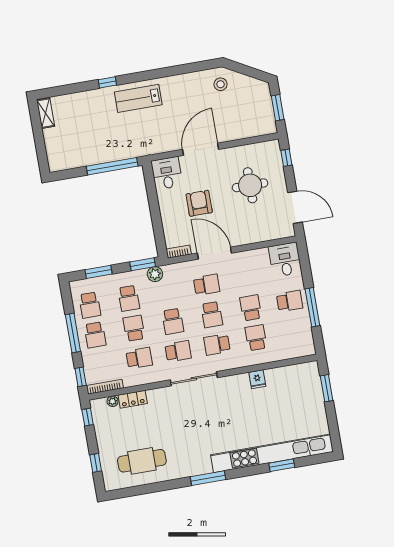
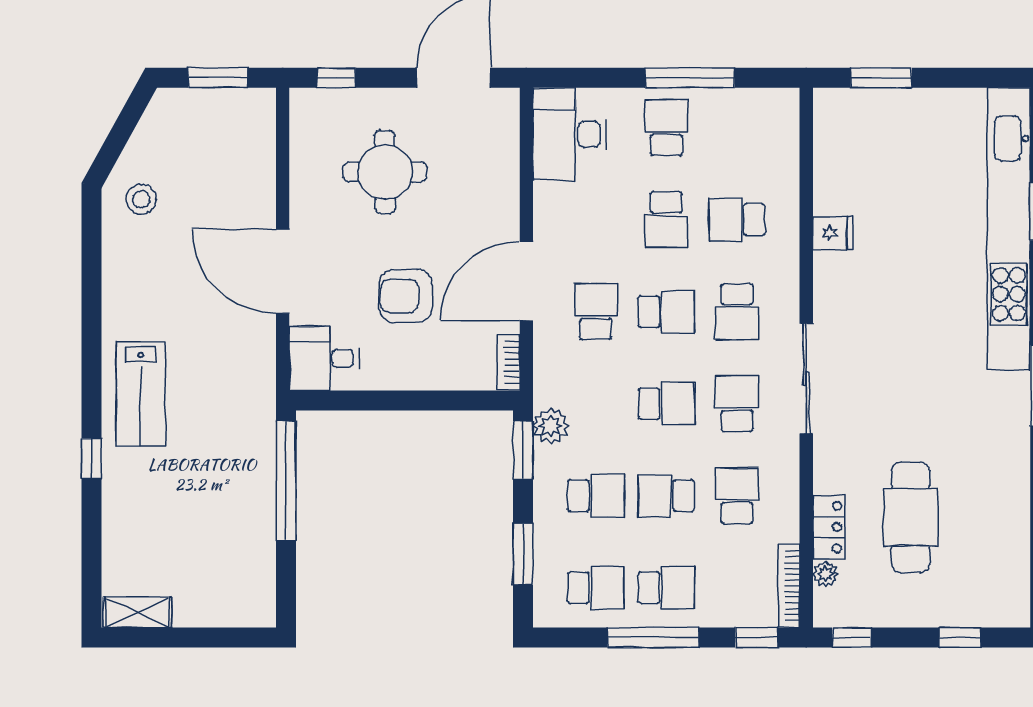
desk: (285, 260) -> (569, 134), width x1.37
school desk: (251, 308) -> (666, 220), turned -90
cafe table: (142, 461) -> (911, 517), moved

